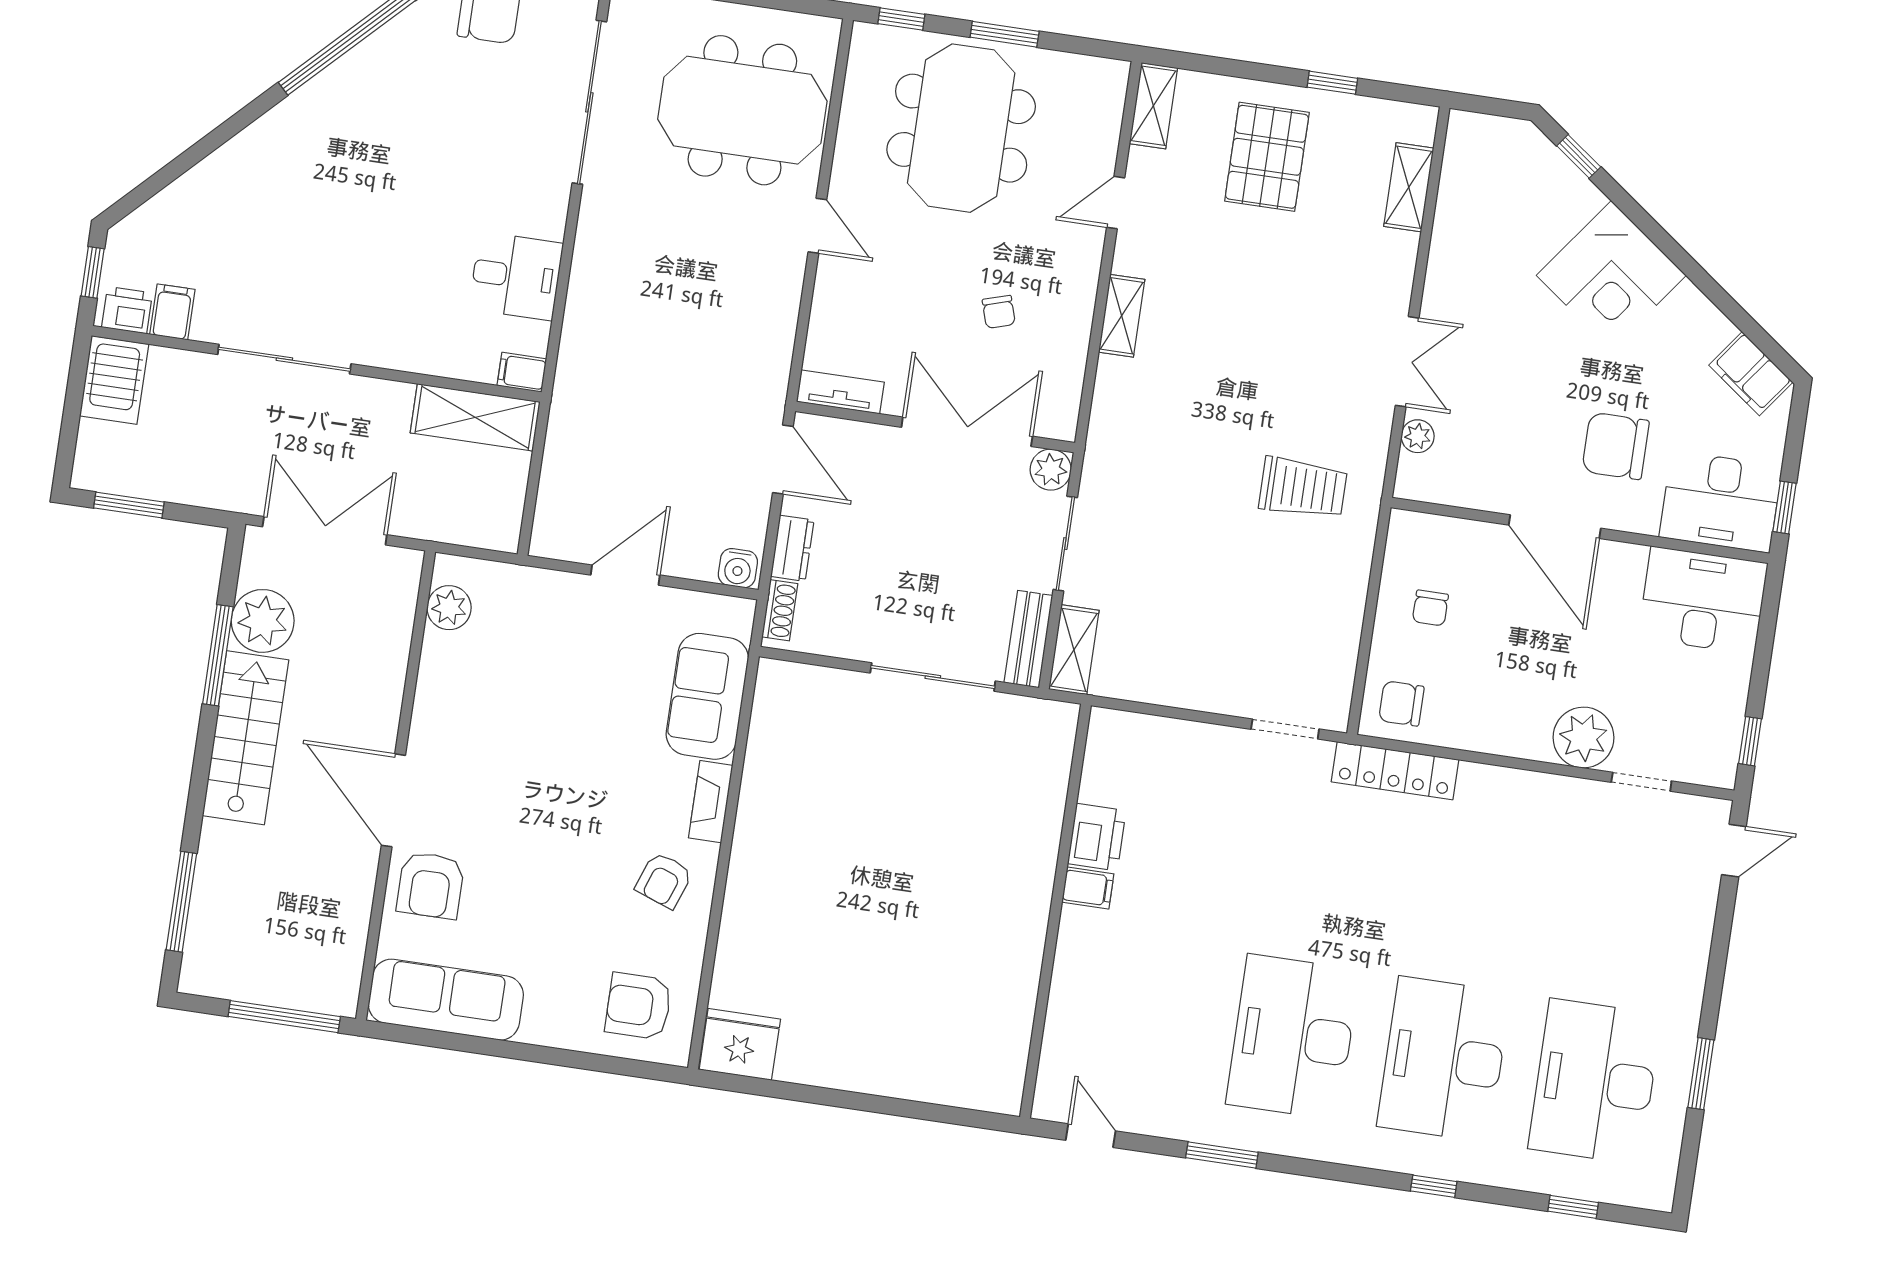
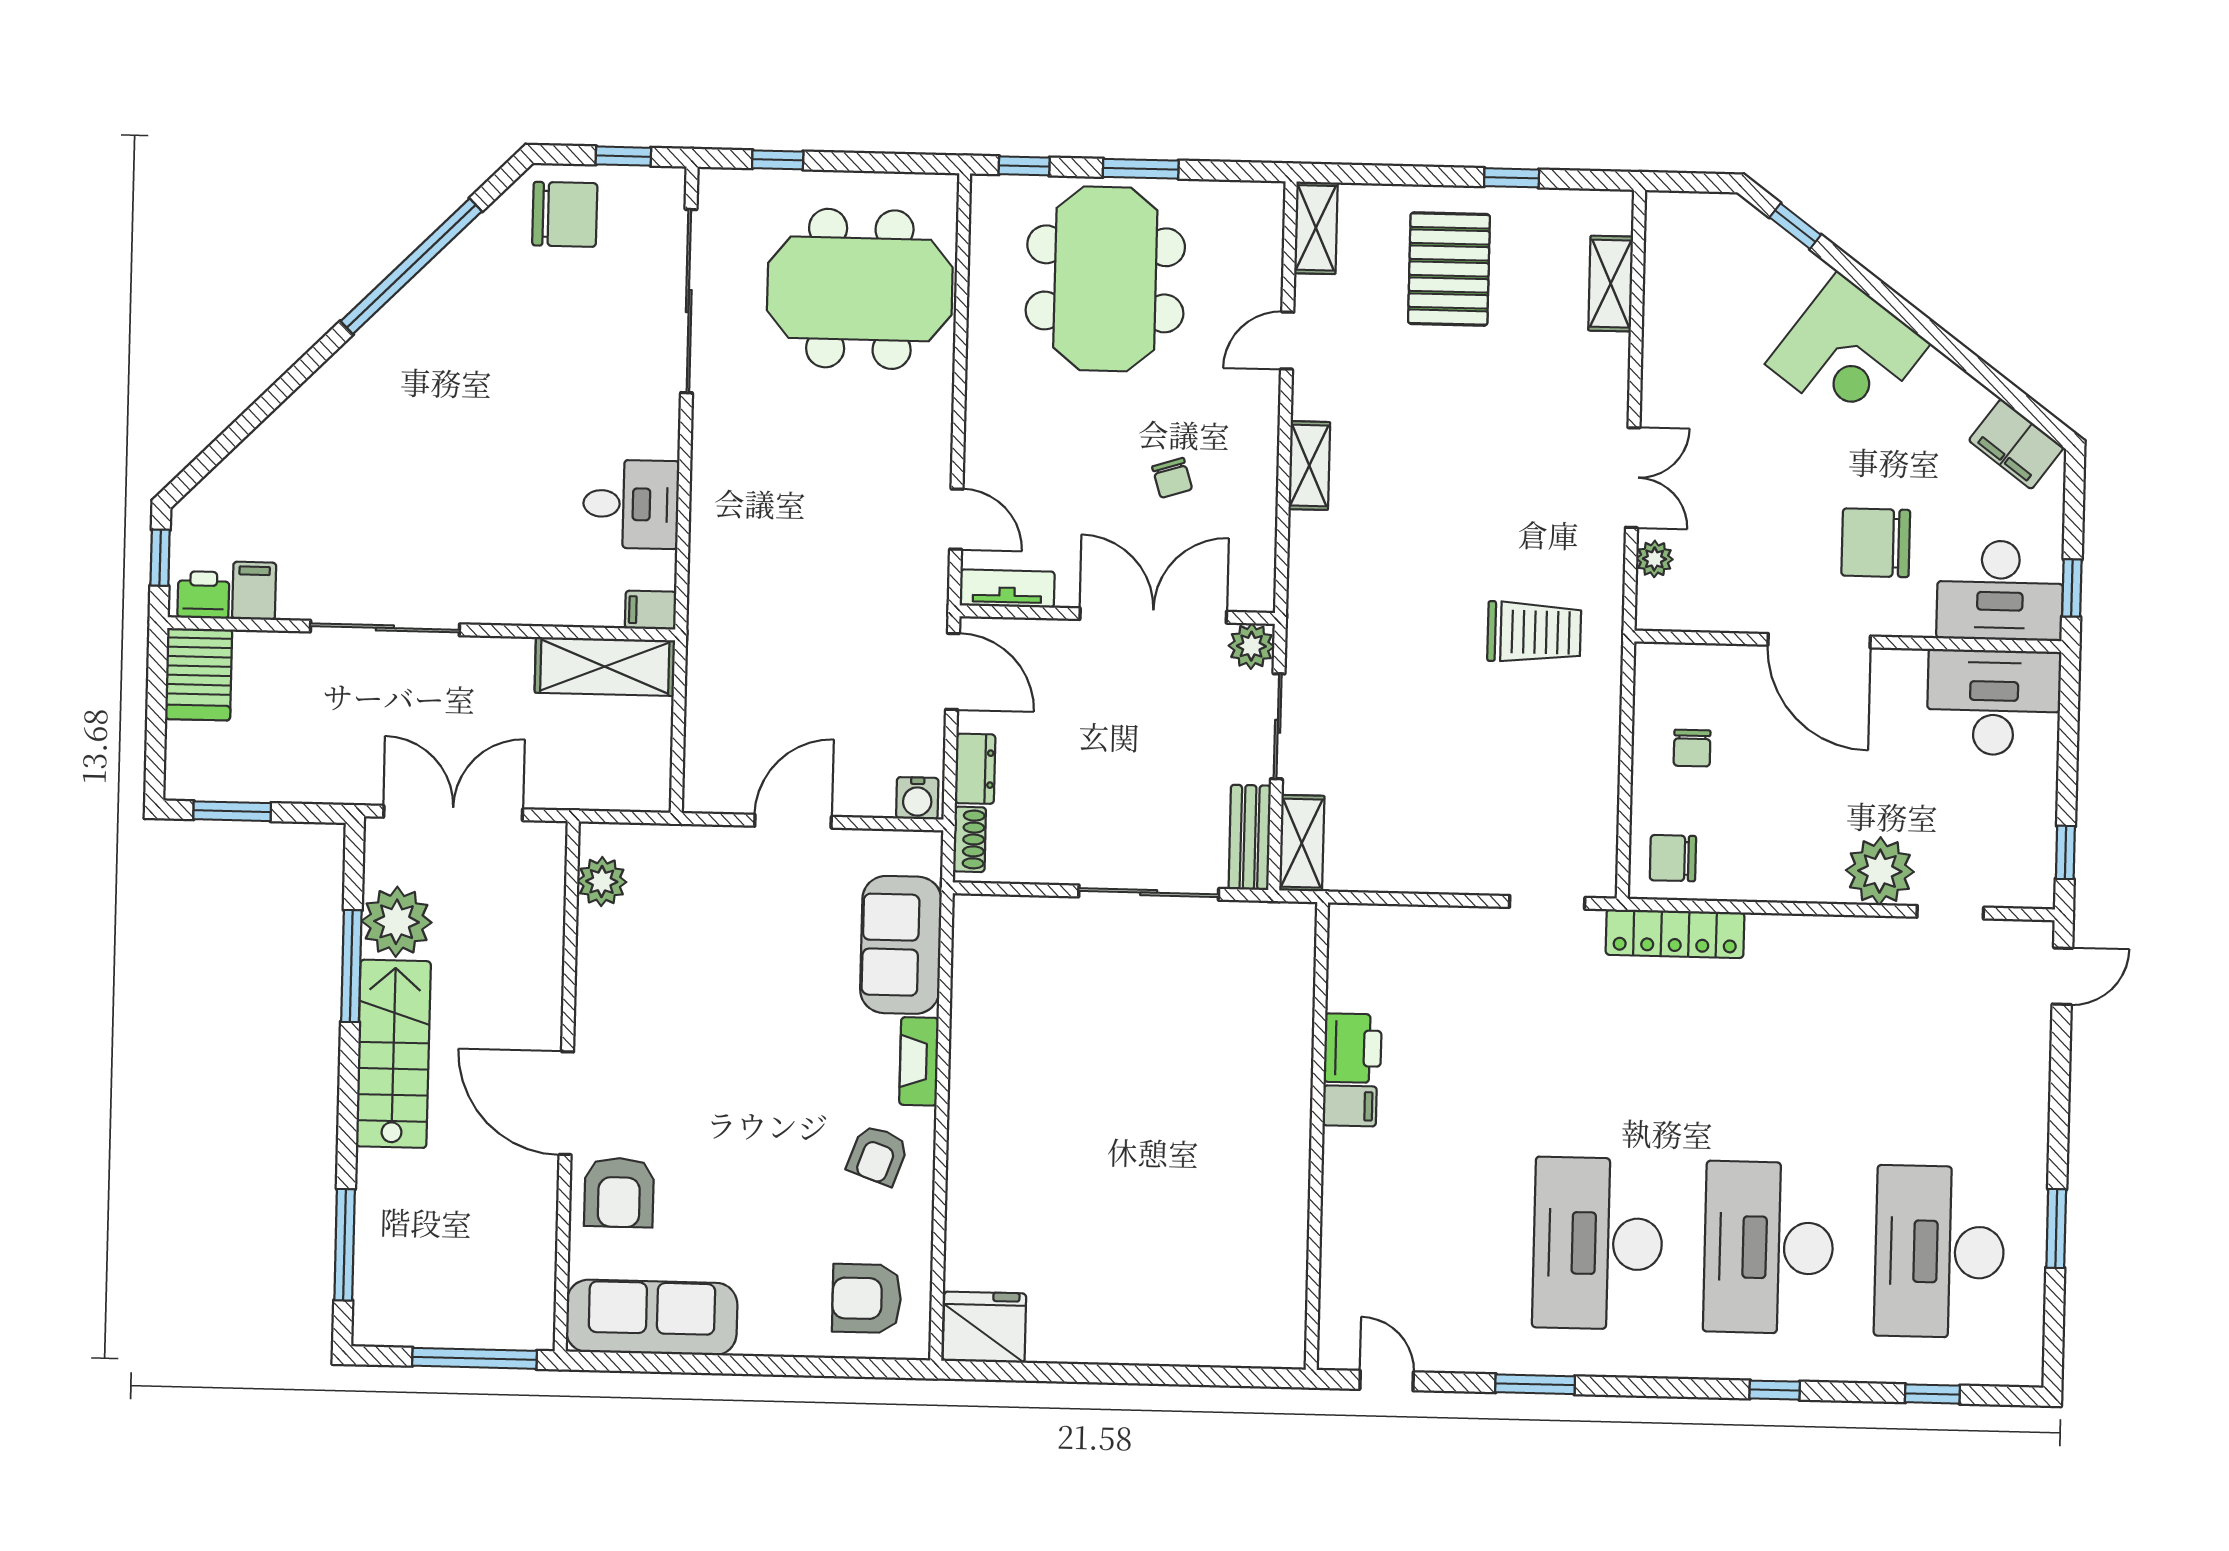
door: (817, 226) -> (956, 519), moved

